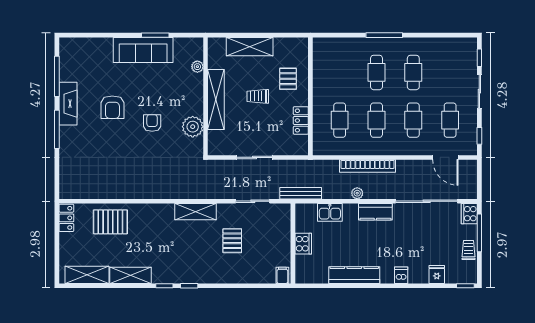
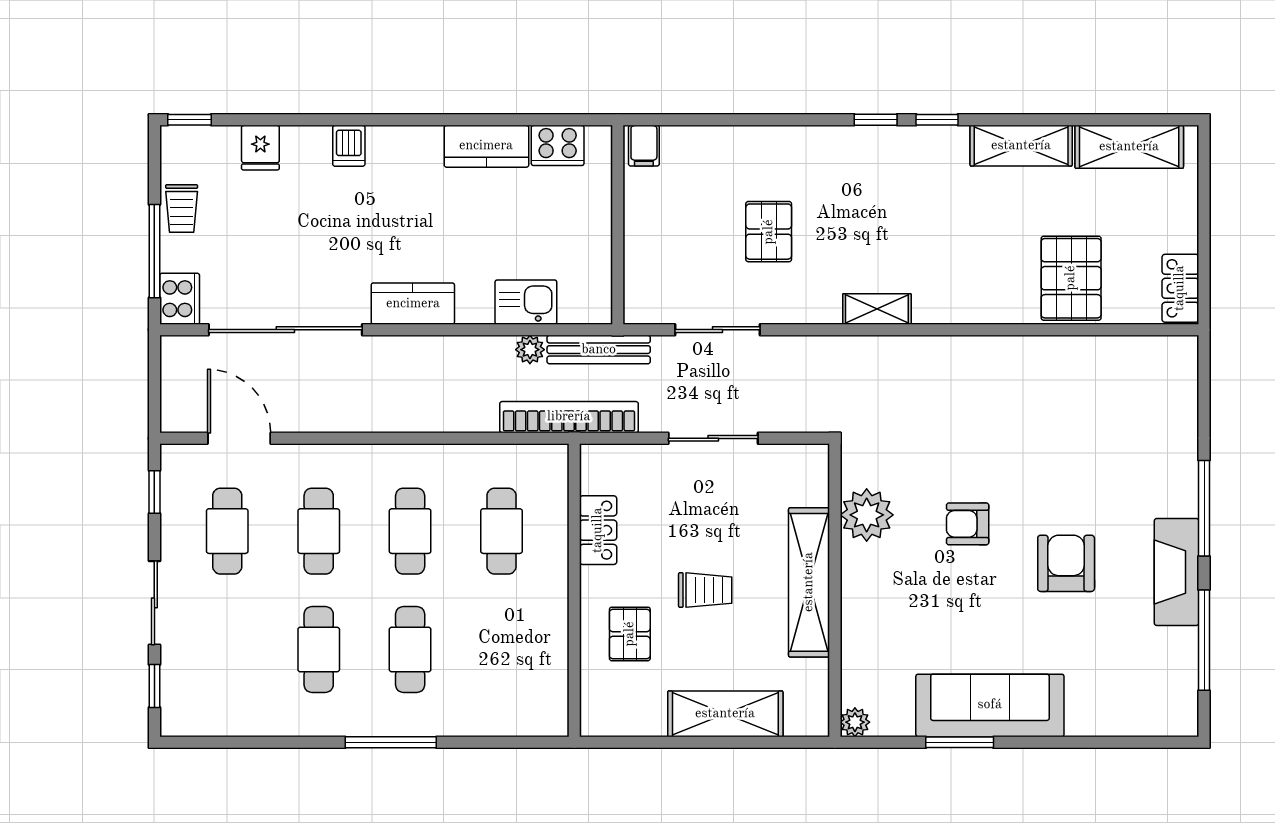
plant: (197, 67) -> (855, 722), moved
armchair: (152, 123) -> (968, 524), turned 90
bookcase: (368, 166) -> (569, 417), moved
plant: (357, 193) -> (530, 350), moved
shelving: (195, 212) -> (877, 309), width x0.67, depth x0.75
pallet: (110, 222) -> (1071, 278), turned 90
cooker: (303, 244) -> (558, 145), moved, turned -90
kitchen counter: (354, 275) -> (486, 146), width x0.67

